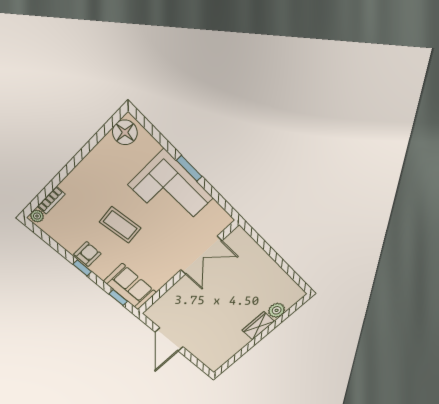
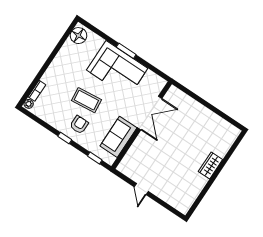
armchair: (87, 254) -> (79, 125), moved
sofa: (130, 287) -> (118, 137), moved, turned -90
plant: (277, 310) -> (221, 149), removed
door: (169, 340) -> (141, 189), width x0.53

